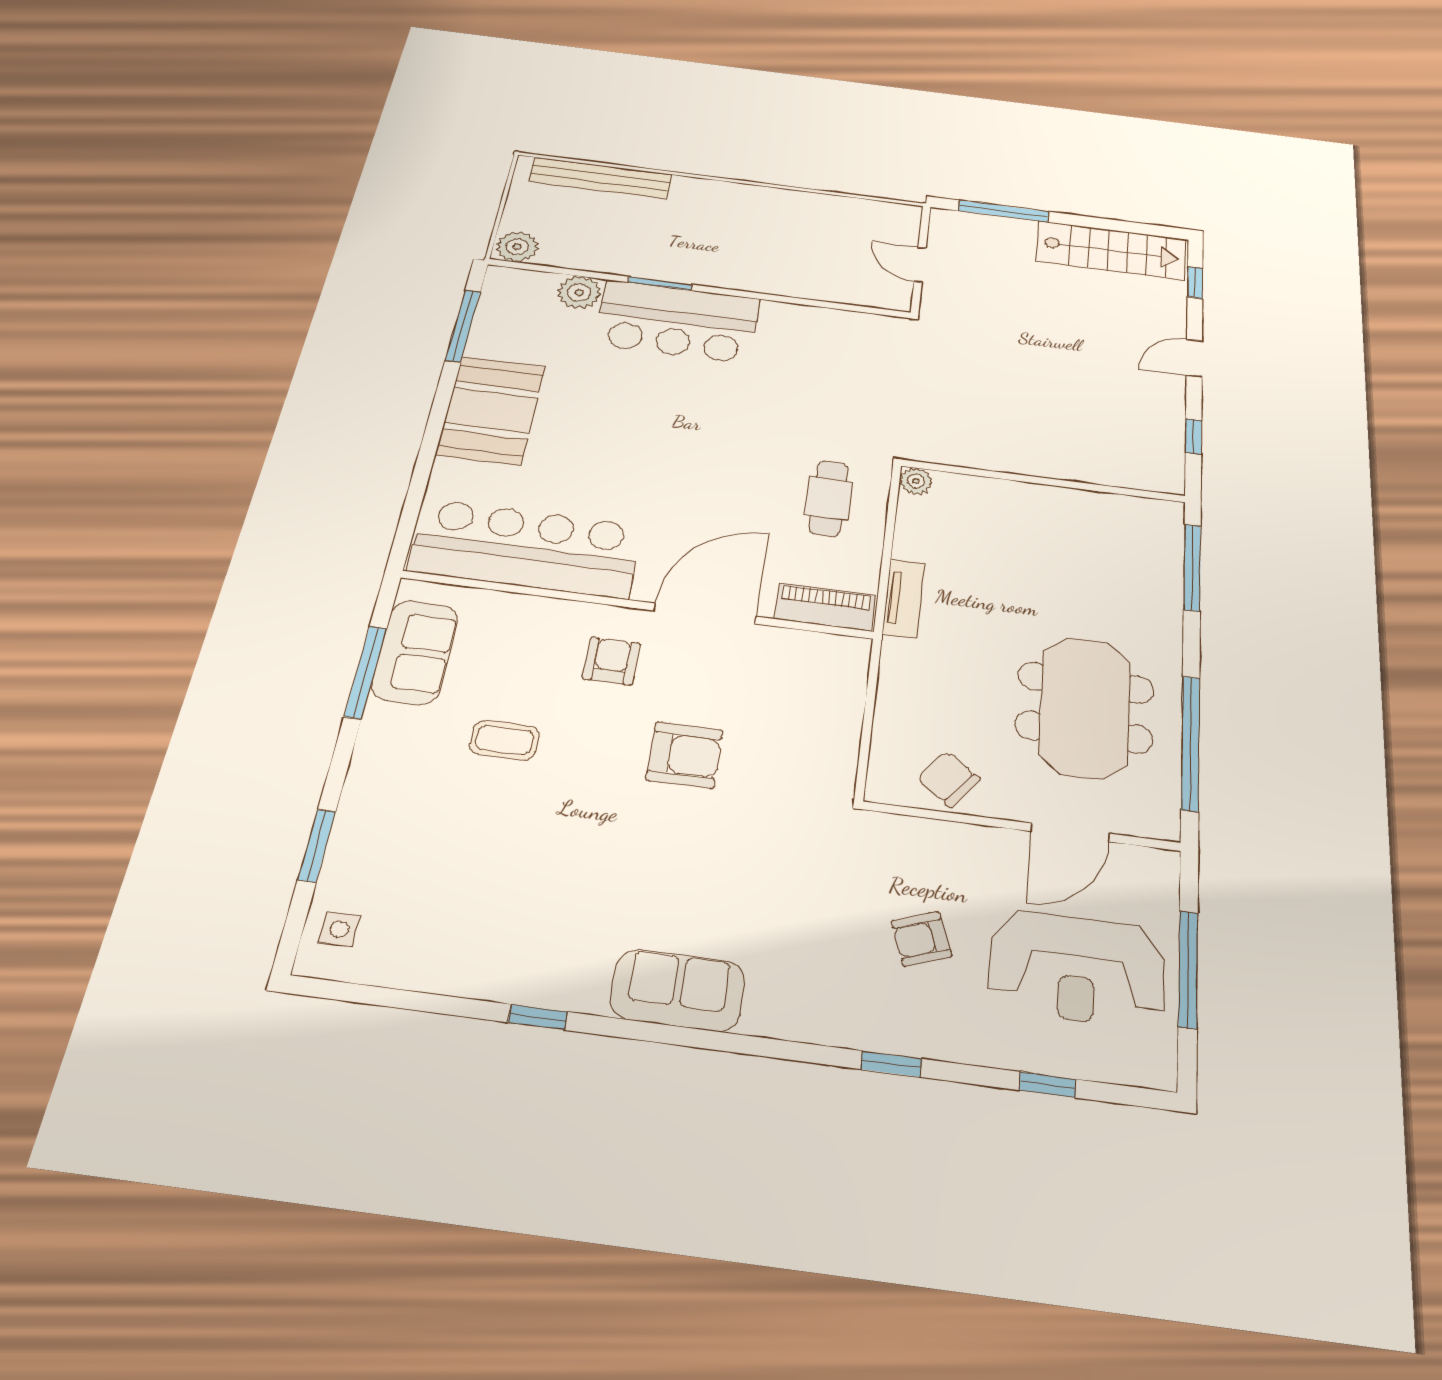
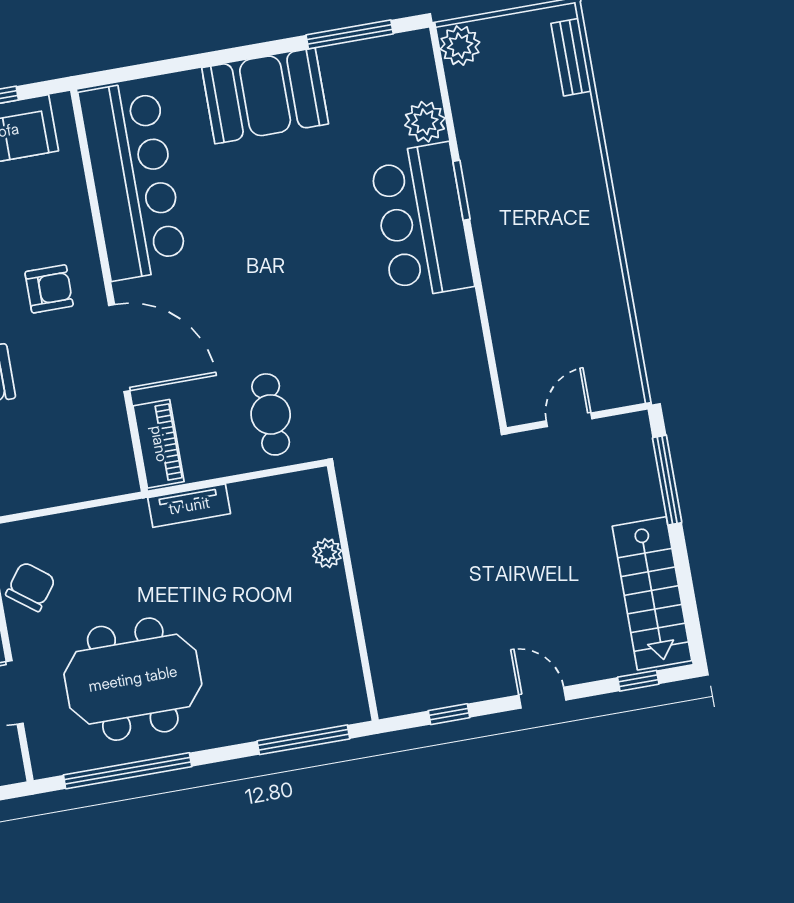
bench: (600, 178) -> (571, 57), width x0.54, depth x0.82
plant: (916, 481) -> (327, 553), moved
cafe table: (829, 498) -> (271, 414), turned 90

